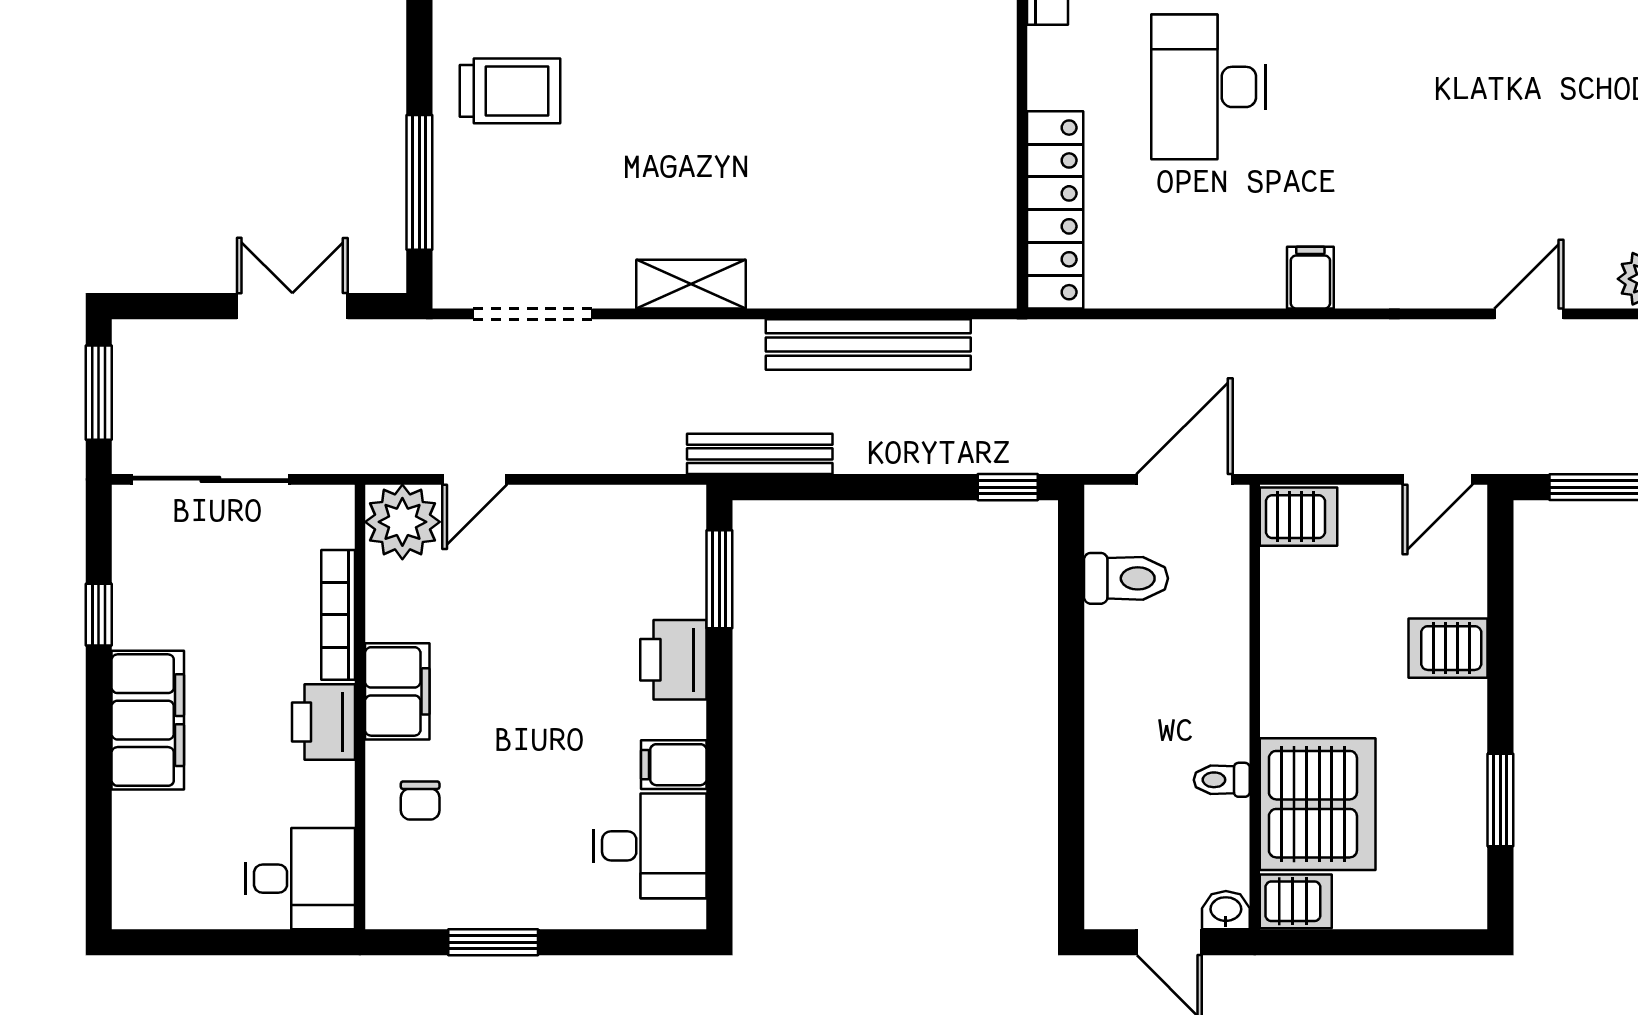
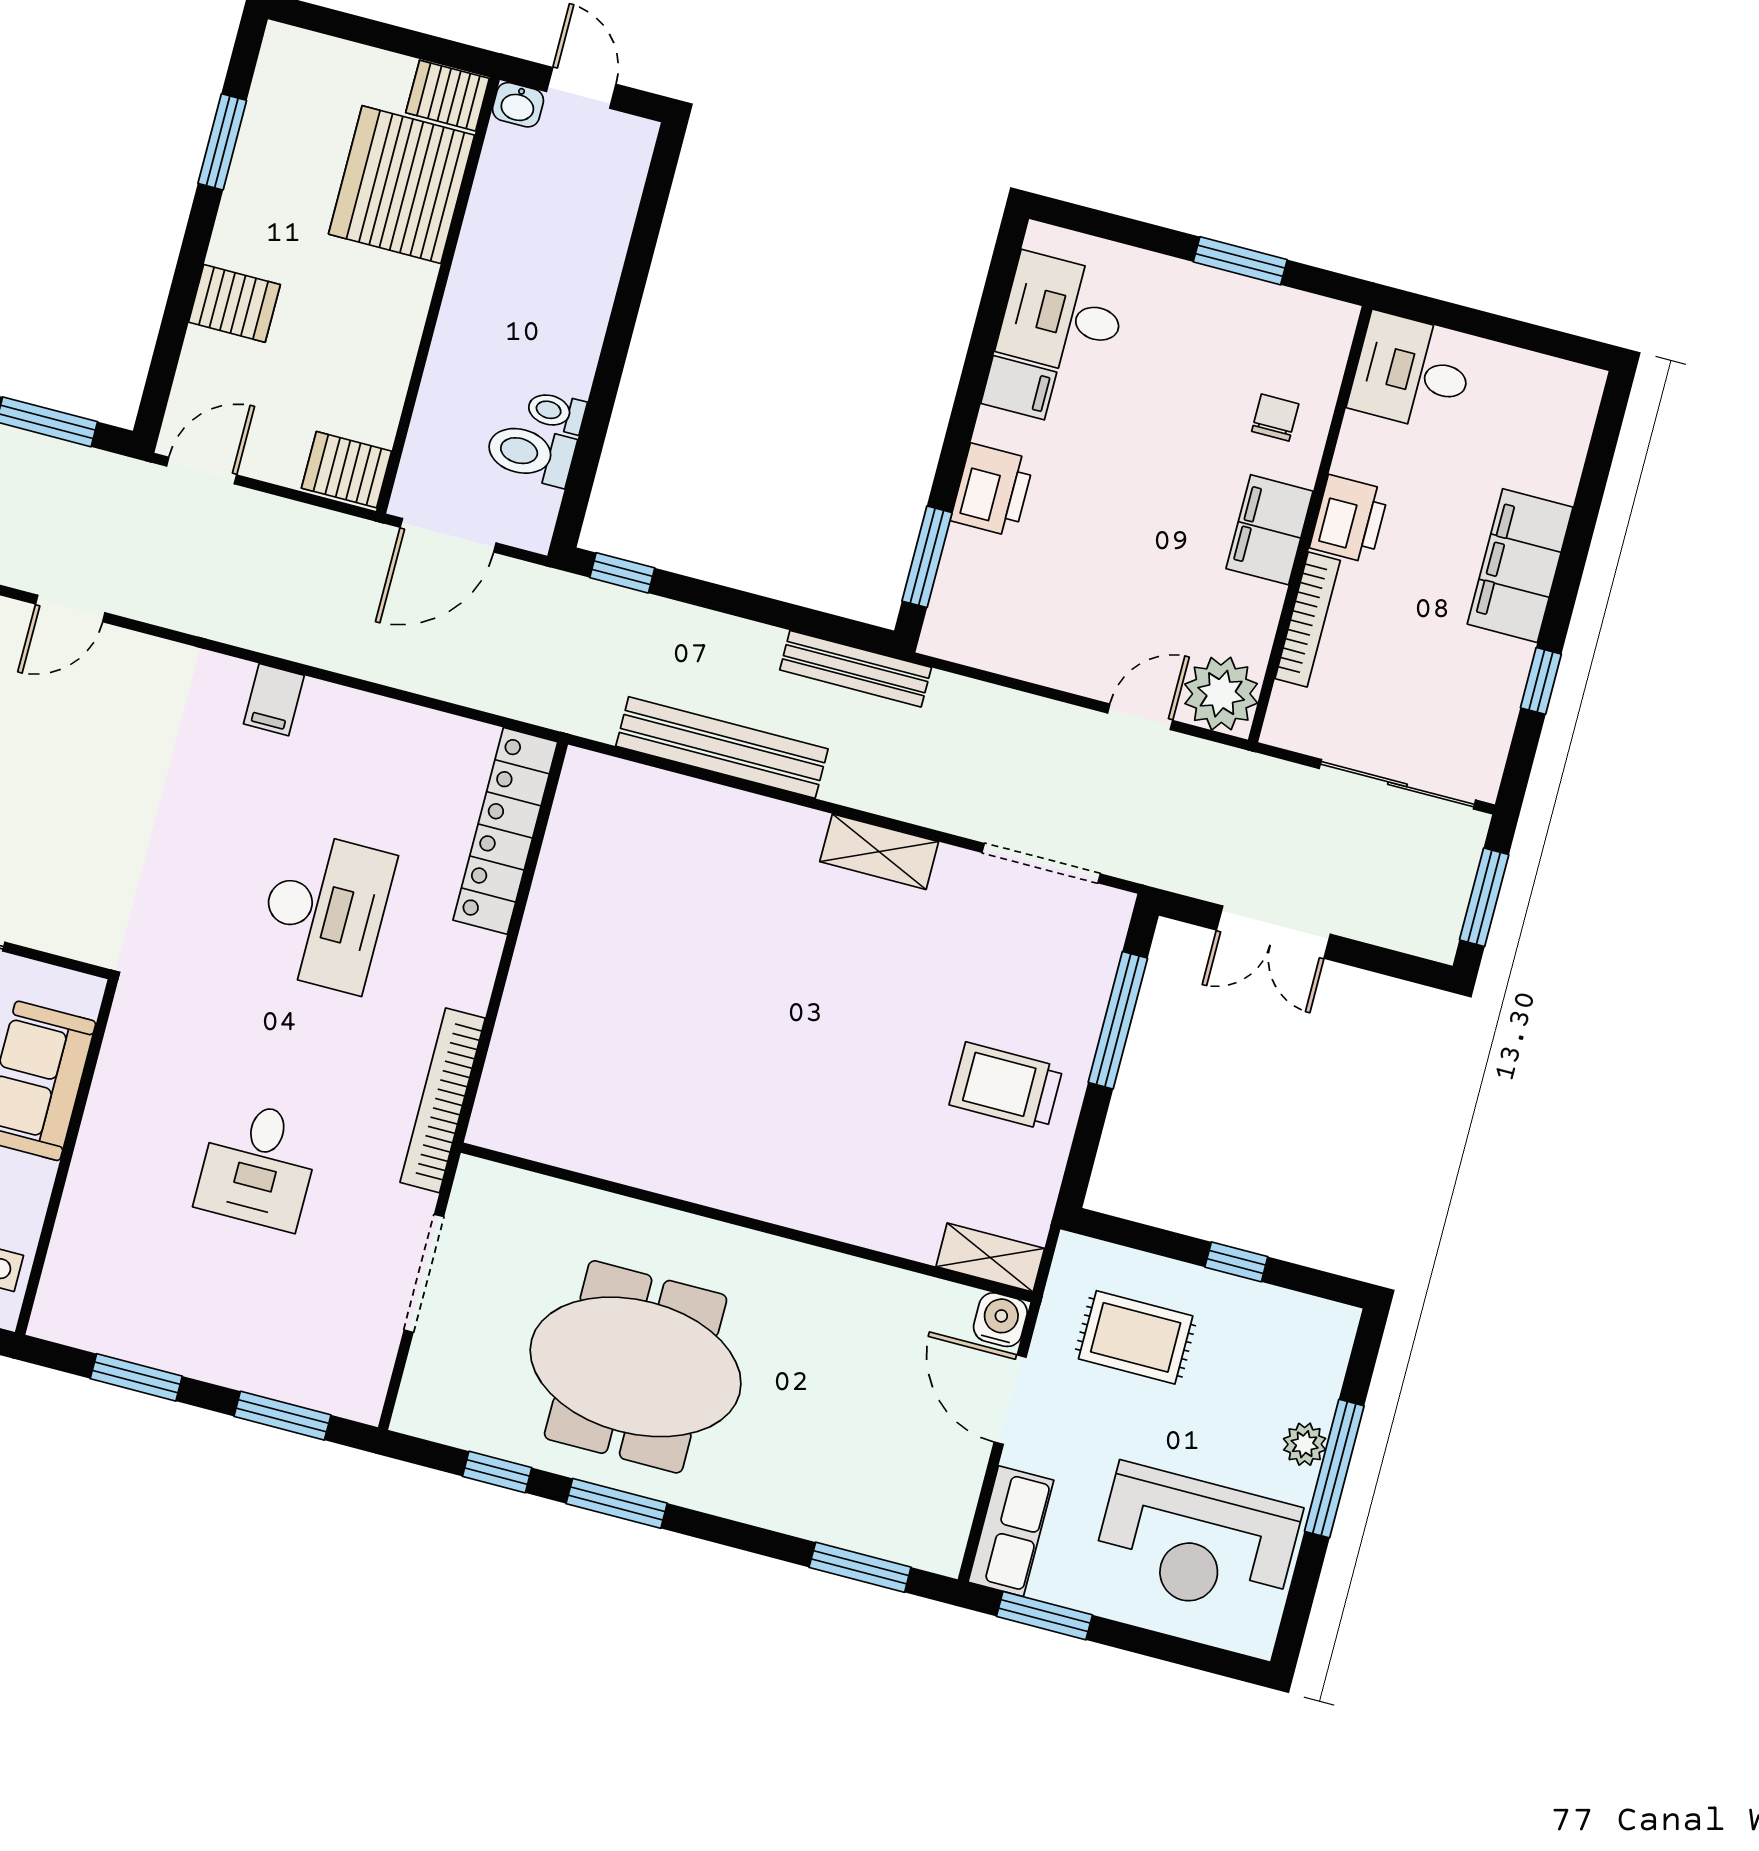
toilet: (1222, 780) -> (556, 412), moved, turned 180

